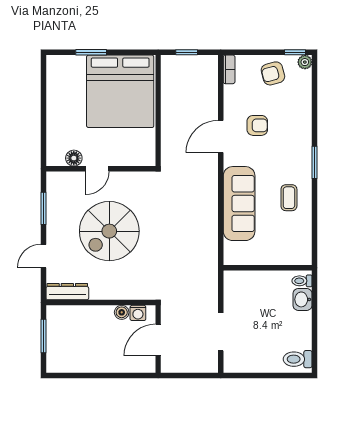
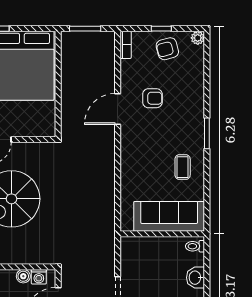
window: (187, 52) -> (85, 29), width x1.50
window: (295, 52) -> (161, 29), moved
sofa: (239, 204) -> (169, 216), moved, turned -90
washbasin: (302, 299) -> (195, 278), moved

